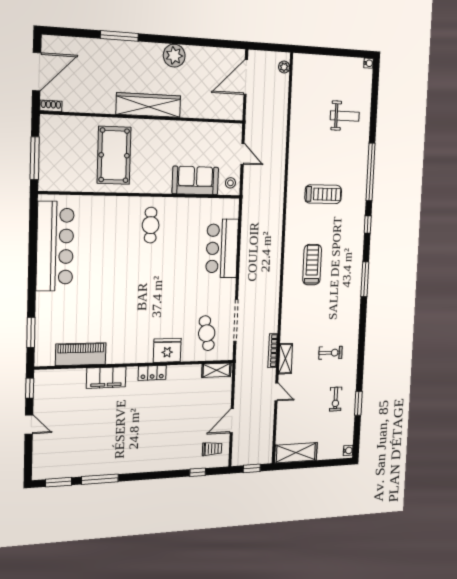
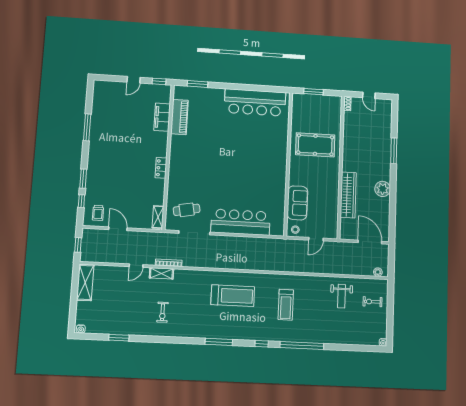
door: (37, 72) -> (369, 95), width x0.53
wardrobe: (148, 105) -> (348, 195), moved
weight bench: (345, 116) -> (341, 296), moved
window: (35, 158) -> (313, 92), width x0.69
cafe table: (151, 225) -> (267, 169), removed
bar counter: (222, 248) -> (241, 222), width x1.36
treadmill: (312, 265) -> (233, 296), width x1.37, depth x1.38
fridge: (167, 350) -> (176, 179), removed
filing cabinet: (106, 378) -> (162, 117), moved
exercise bike: (336, 399) -> (372, 302), moved
window: (59, 482) -> (83, 179), moved

